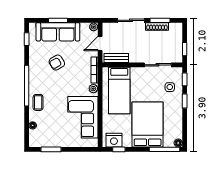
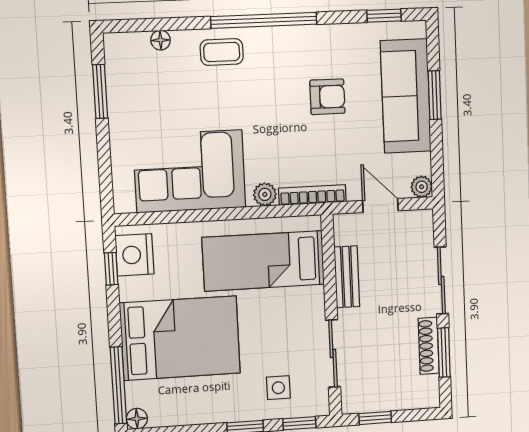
bench: (116, 58) -> (347, 277), moved
armchair: (57, 63) -> (327, 97), turned 120

